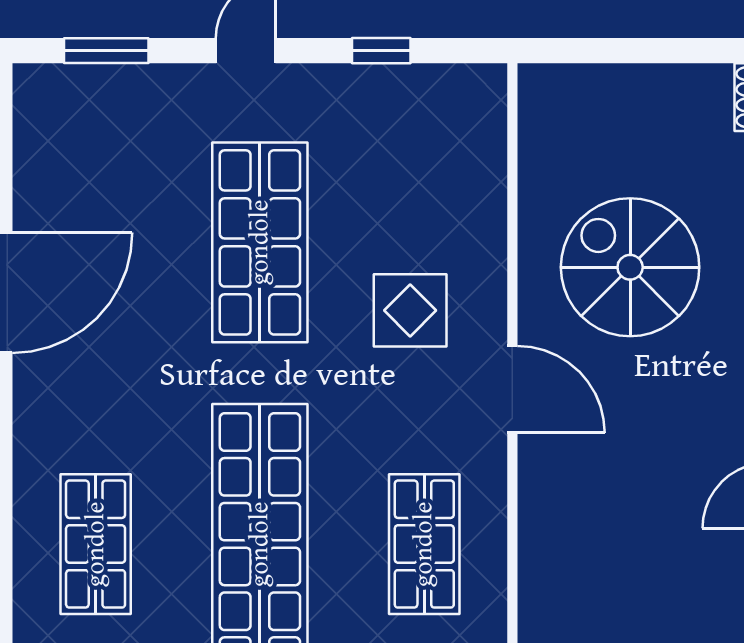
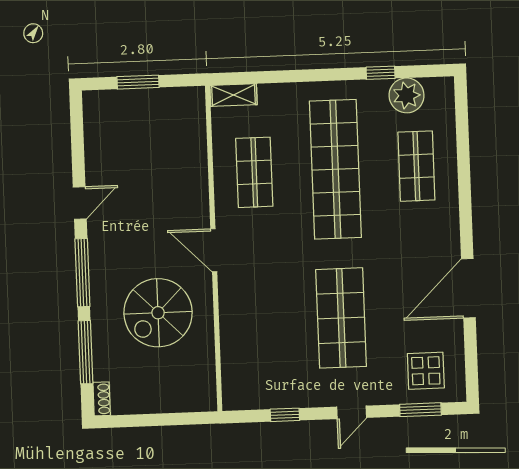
spiral stairs: (630, 267) -> (158, 313), turned 90
display table: (410, 310) -> (426, 371), moved

